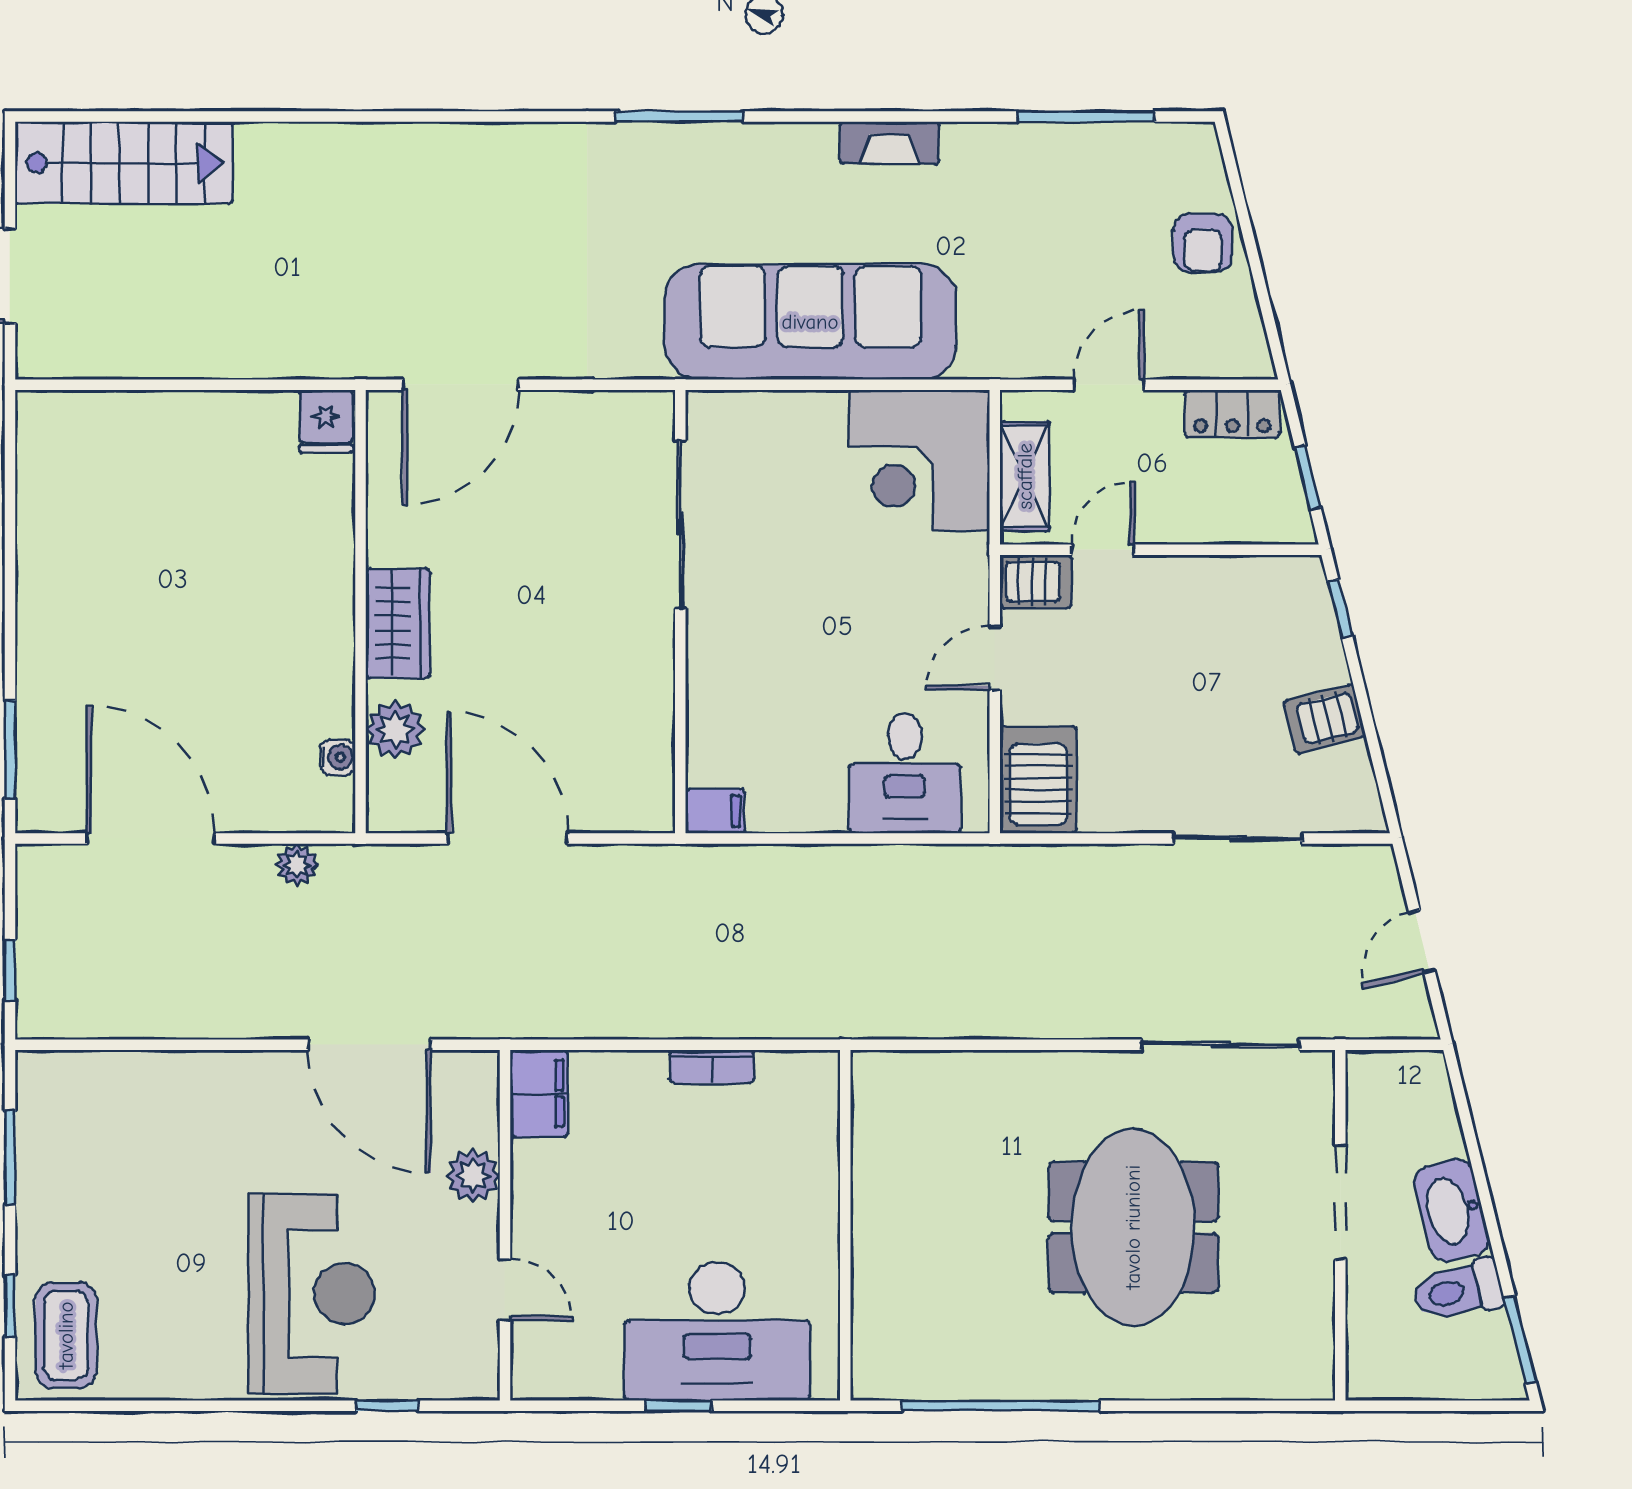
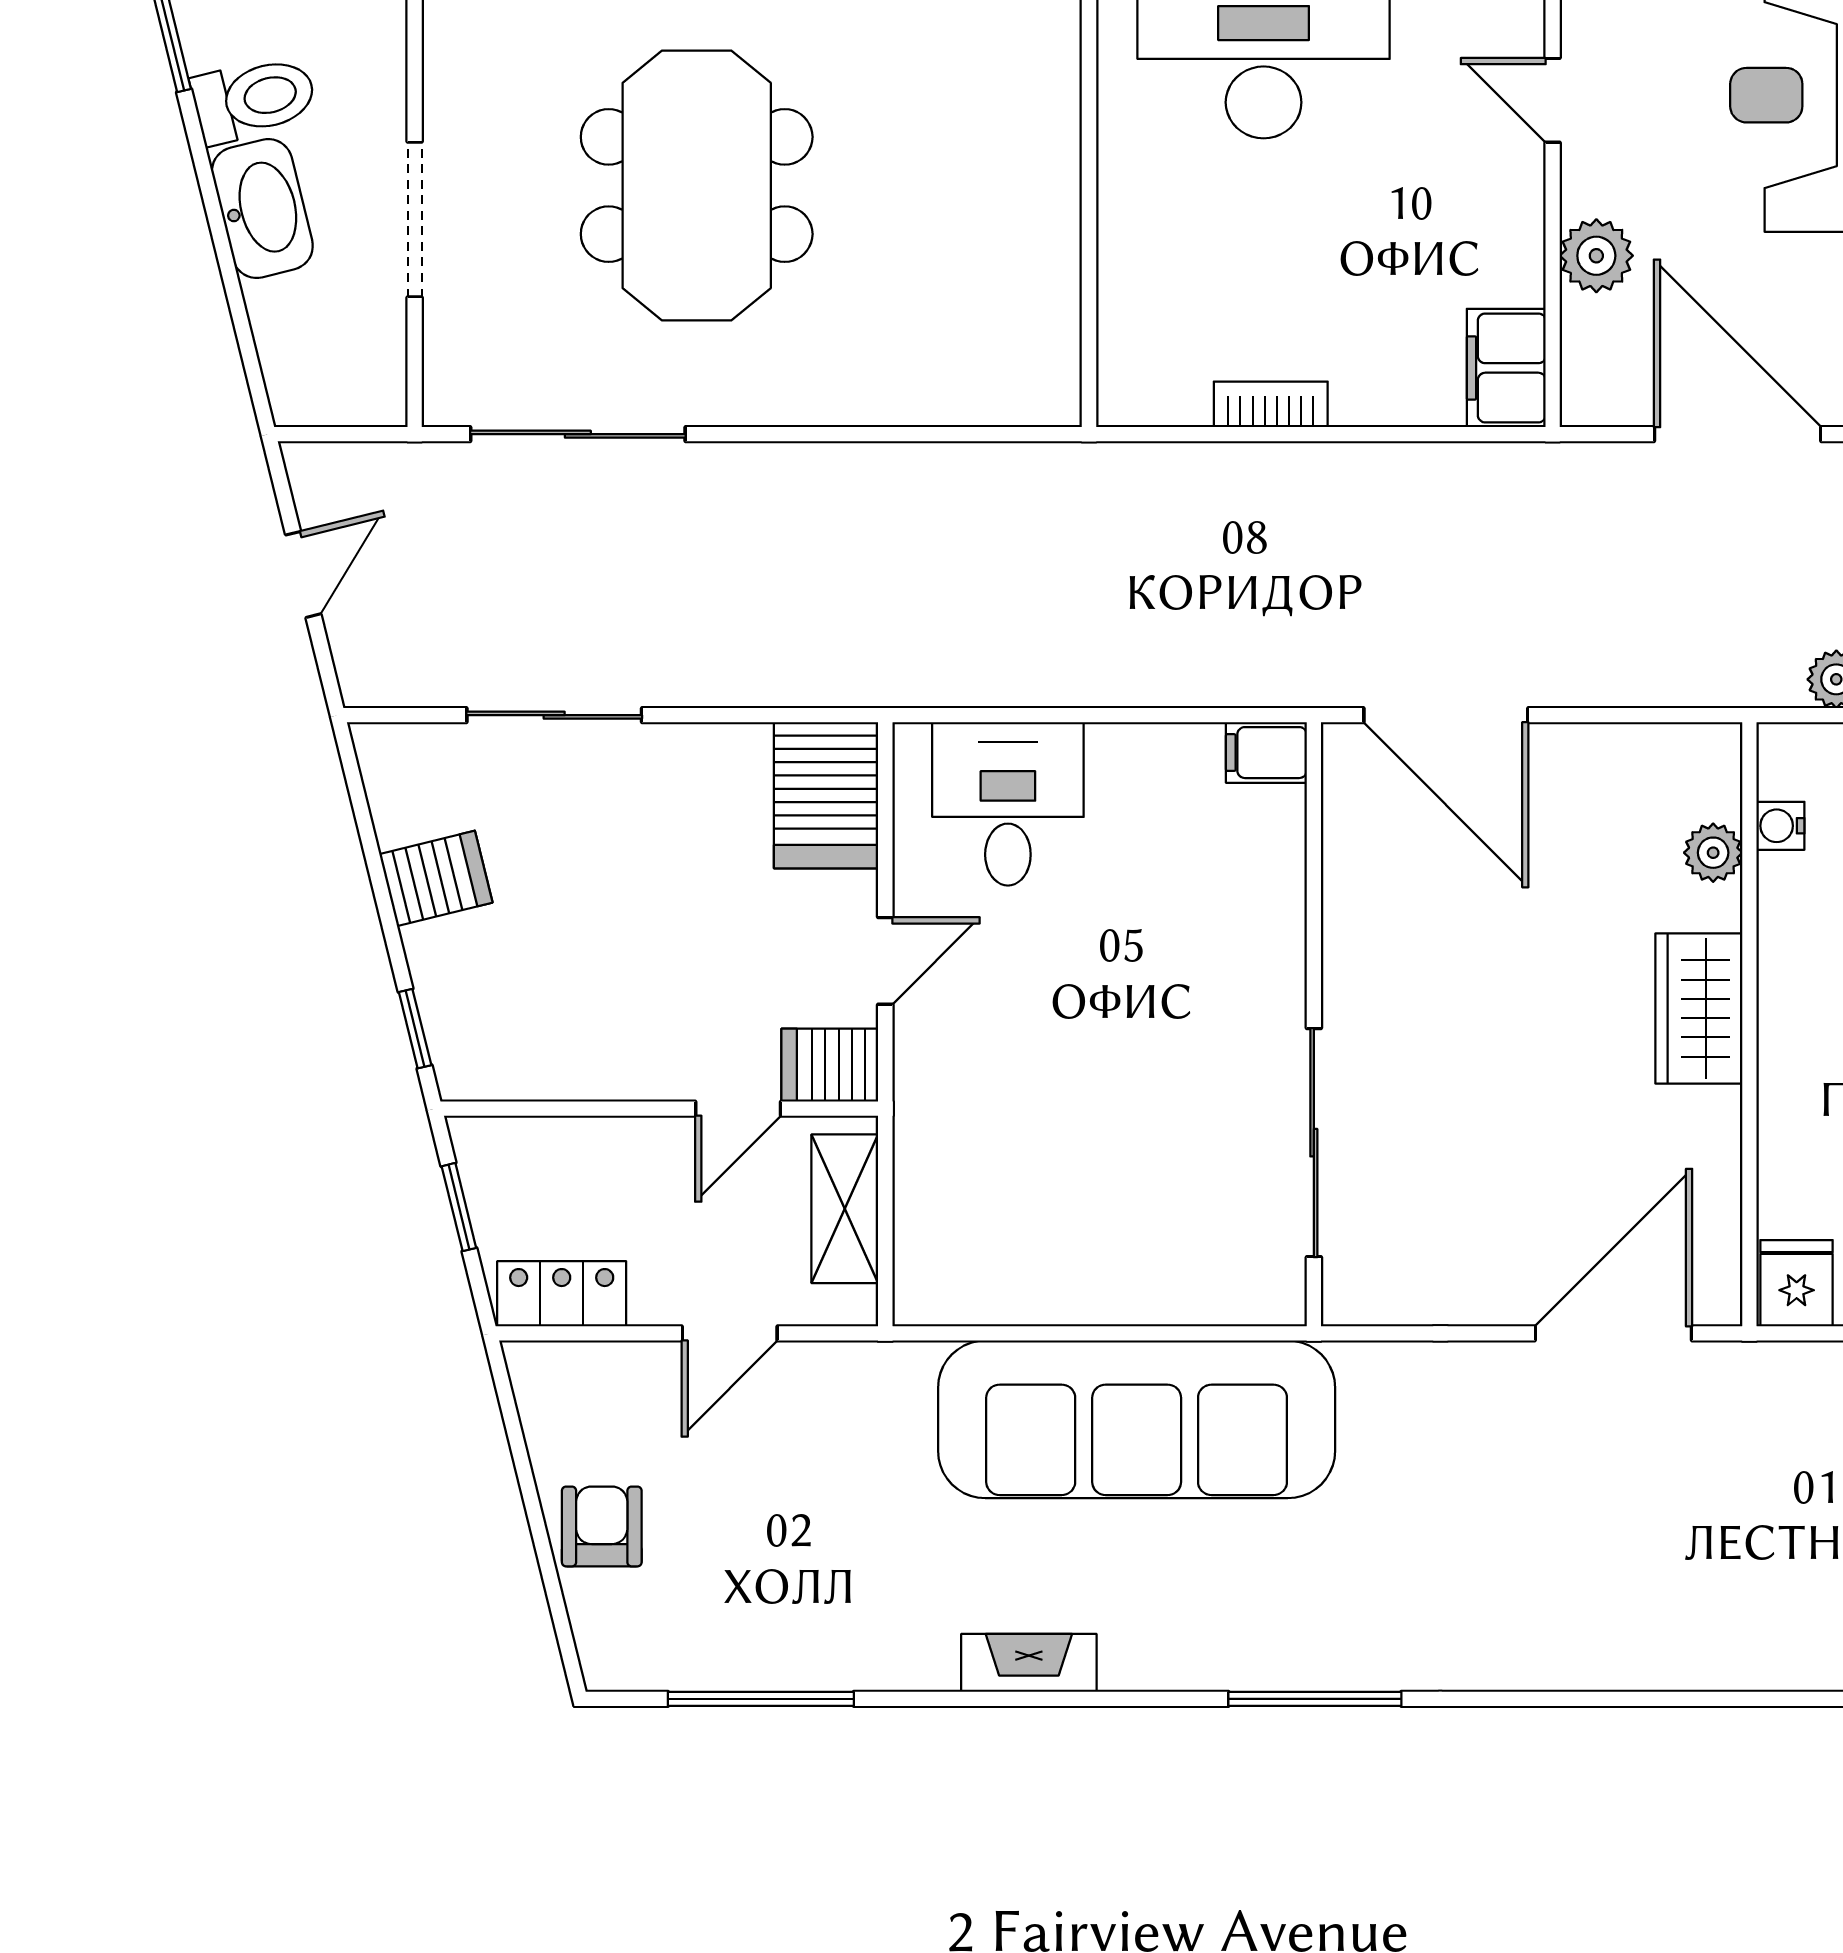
corner desk: (919, 460) -> (988, 1230), removed
plant: (395, 729) -> (1713, 853), width x0.73, depth x0.73
door: (507, 838) -> (1446, 715), moved

